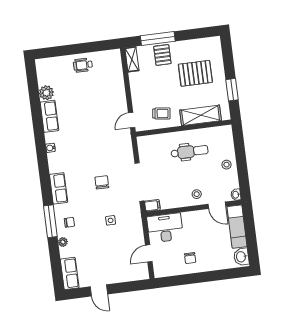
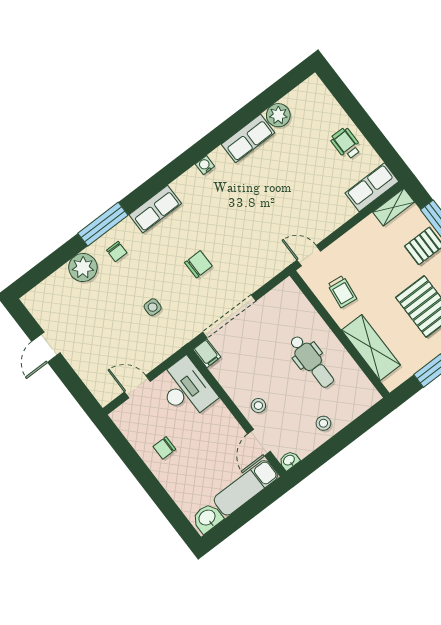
plant: (63, 242) -> (83, 268), width x1.88, depth x1.88
row of seats: (70, 273) -> (372, 187), moved, turned 180

